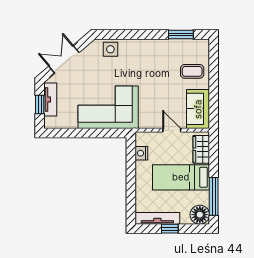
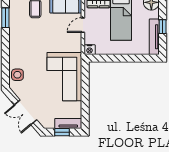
tv unit: (50, 99) -> (68, 124), moved
nightstand: (141, 153) -> (90, 50), moved

